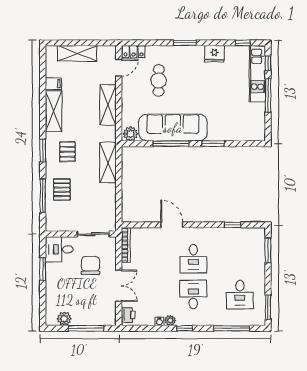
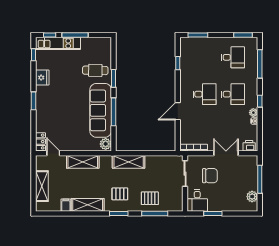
cafe table: (159, 80) -> (95, 70), moved
chair: (90, 265) -> (210, 176), turned 180
desk: (193, 295) -> (233, 94), turned 180

